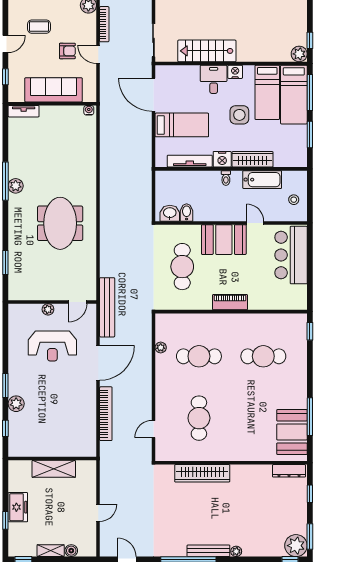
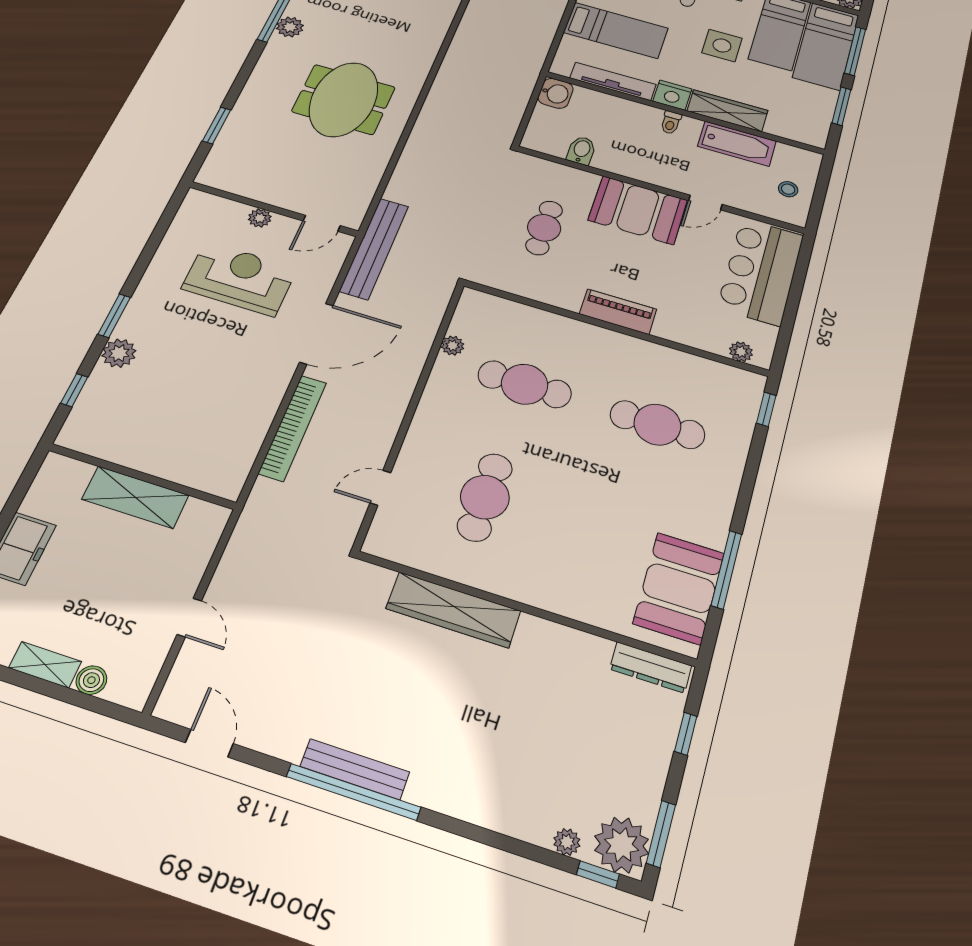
washbasin: (170, 213) -> (556, 93), moved, turned 90
door: (255, 223) -> (705, 202), swing flipped
cafe table: (182, 267) -> (544, 228), width x0.73, depth x0.74
plant: (292, 304) -> (741, 352), added
reception desk: (52, 346) -> (240, 278), turned 180
door: (98, 513) -> (189, 618), hinge flipped
bench: (208, 551) -> (355, 769), moved
plant: (236, 551) -> (567, 842), moved

